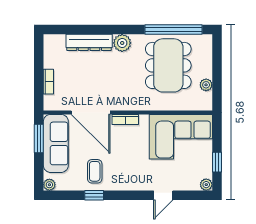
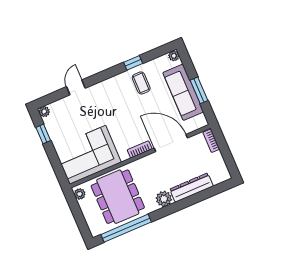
door: (91, 112) -> (171, 143), moved
wall: (128, 112) -> (140, 156), moved
bookcase: (125, 120) -> (140, 149), moved
corner sofa: (181, 137) -> (88, 155), moved

